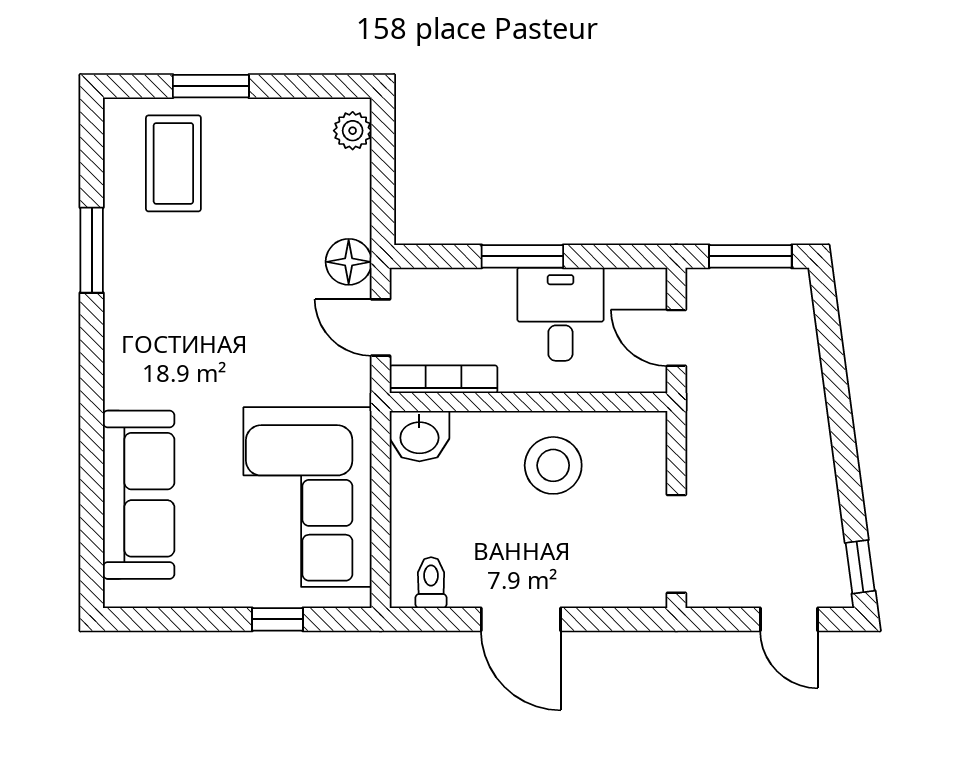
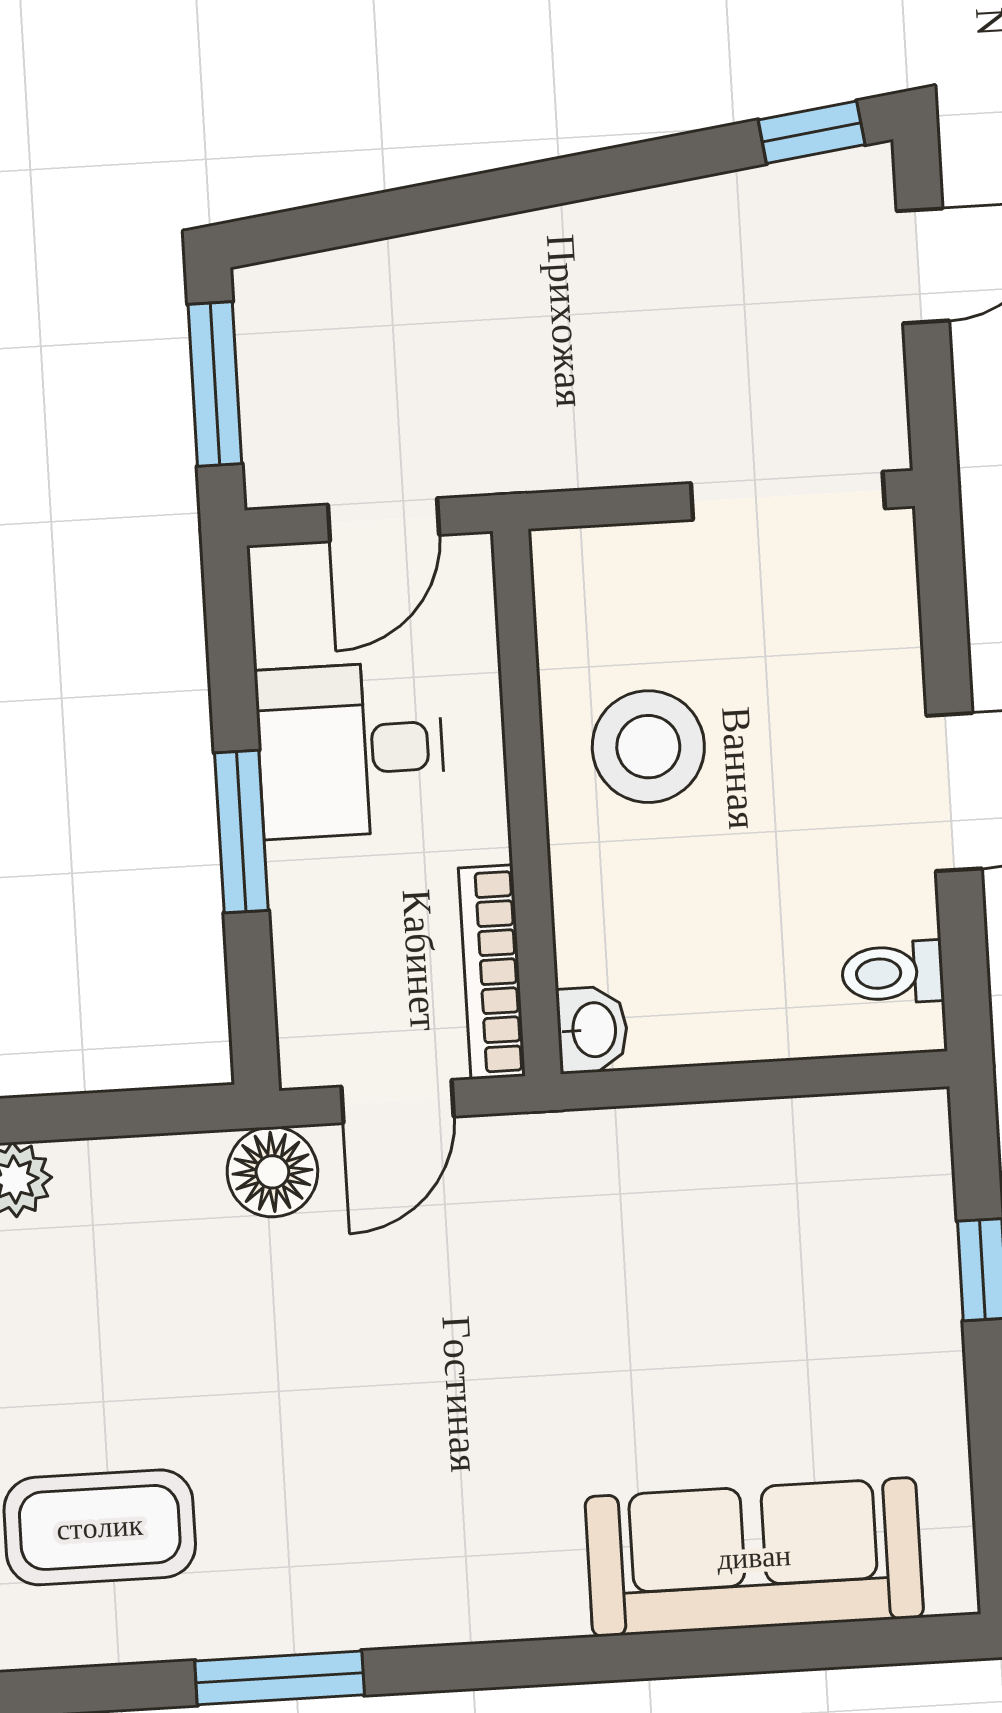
washbasin: (419, 436) -> (592, 1030), width x0.72, depth x0.69
corner sofa: (308, 497) -> (739, 1225), removed

